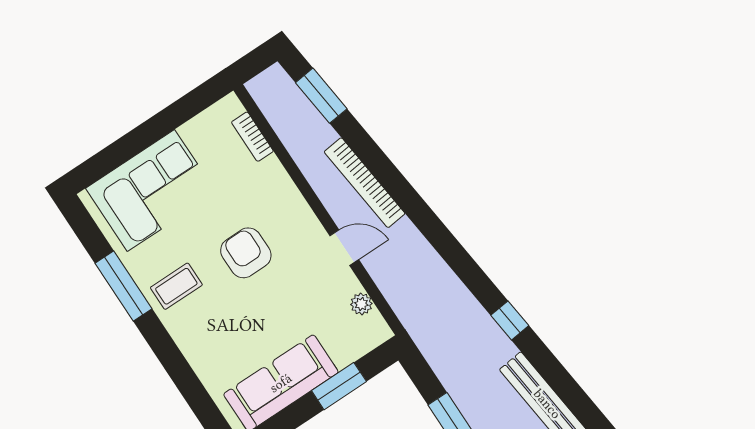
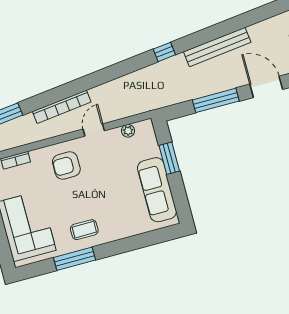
armchair: (246, 253) -> (66, 165), moved
coffee table: (176, 286) -> (84, 230), turned 90

